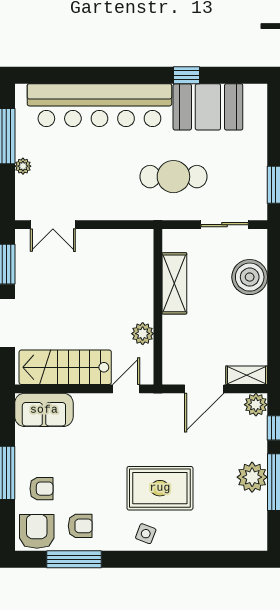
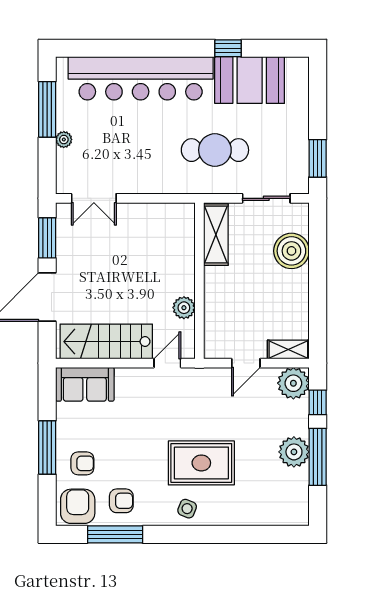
shelving: (174, 283) -> (216, 235), moved
door: (204, 389) -> (246, 363), width x0.73
plant: (256, 405) -> (293, 383), width x1.36, depth x1.36

